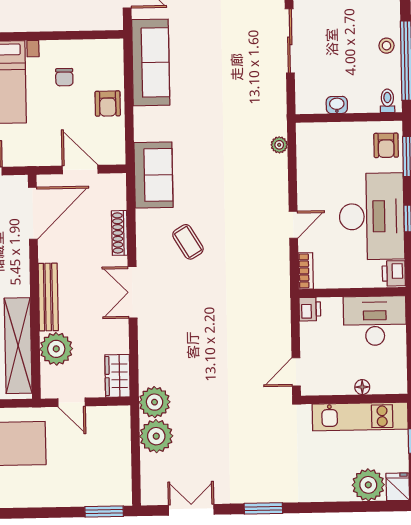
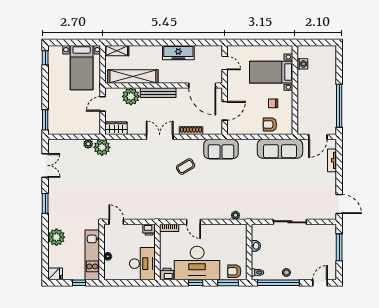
armchair: (108, 104) -> (270, 125), moved
plant: (156, 436) -> (88, 144), width x0.53, depth x0.53
plant: (368, 485) -> (56, 237), moved

